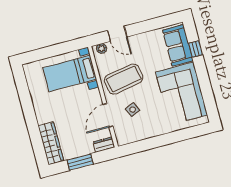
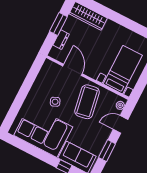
window: (150, 25) -> (107, 151), added
side table: (133, 110) -> (55, 102), moved
dresser: (104, 145) -> (61, 40), moved

